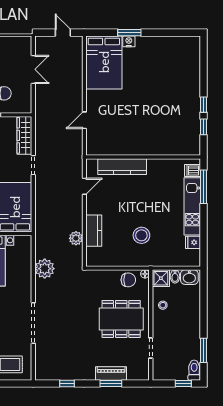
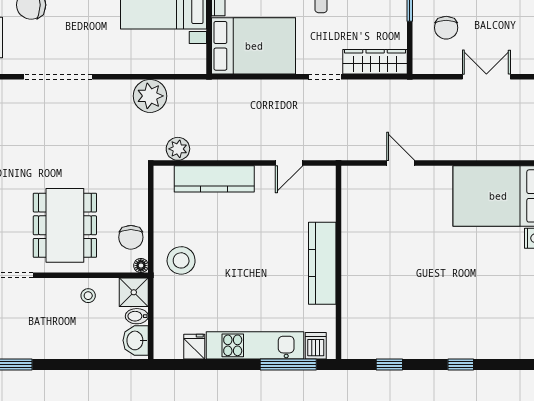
double door: (33, 69) -> (486, 77), swing flipped
window: (204, 105) -> (461, 364), moved
kitchen counter: (122, 167) -> (322, 263), moved
door: (84, 186) -> (289, 163), hinge flipped
kitchen counter: (94, 231) -> (214, 179), width x1.50
stool: (141, 235) -> (181, 260), moved
plant: (76, 238) -> (178, 149), moved

